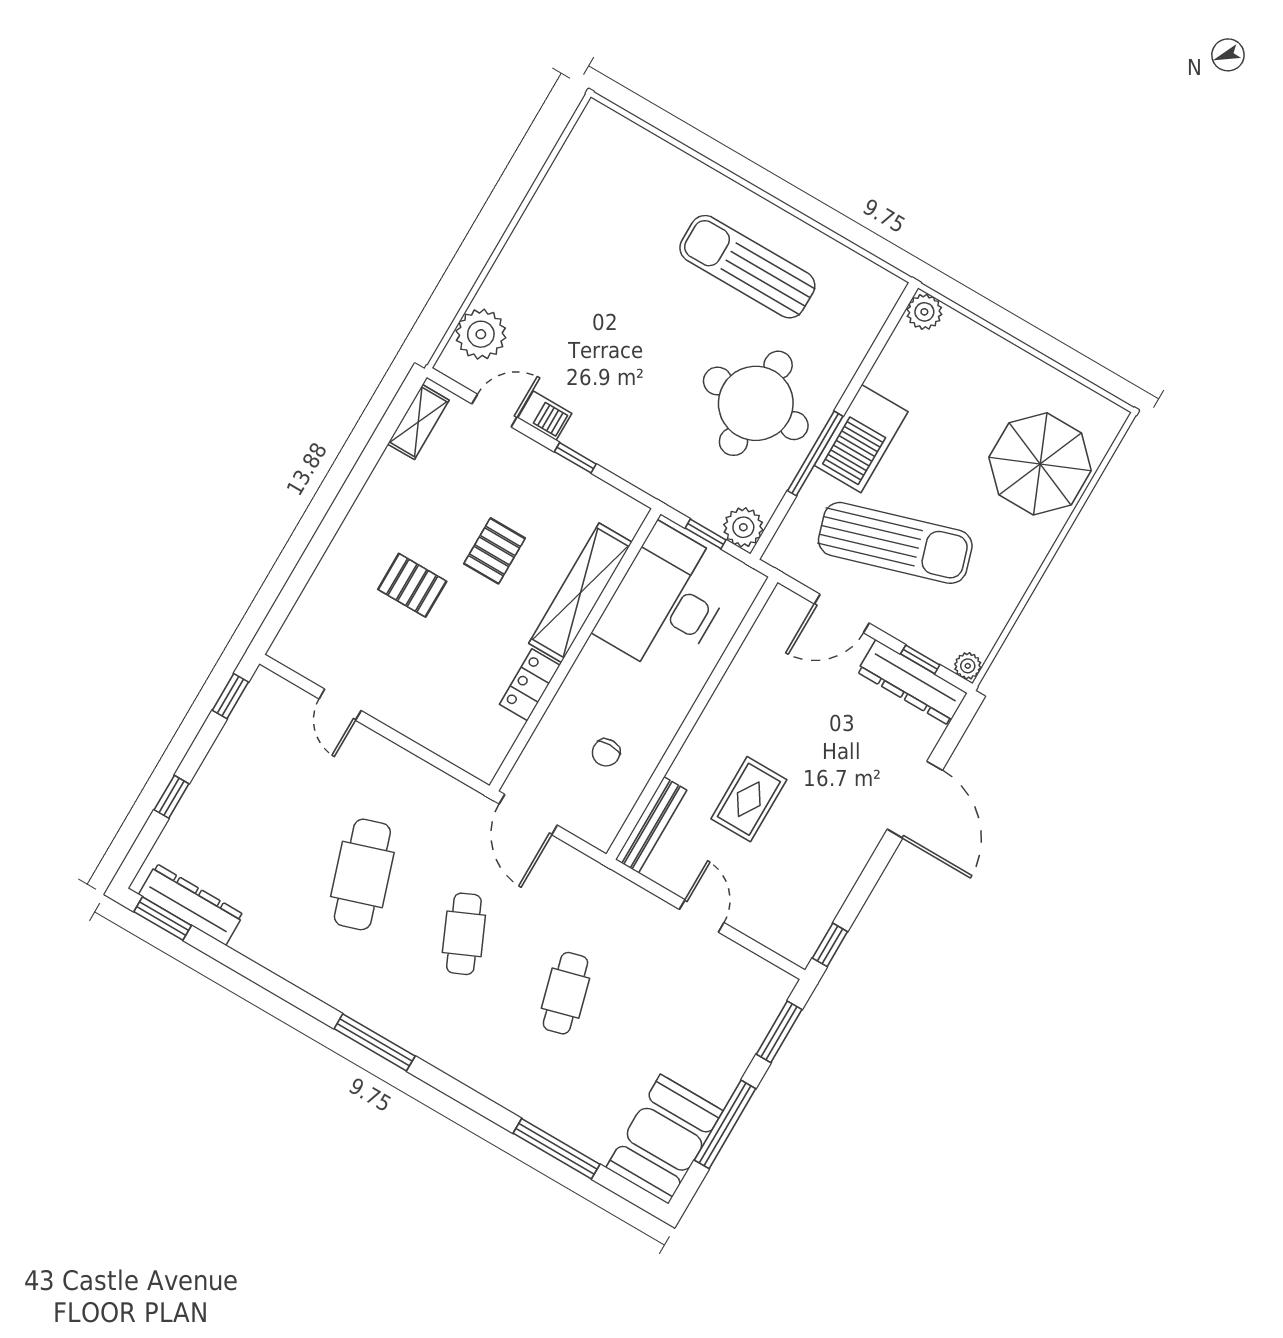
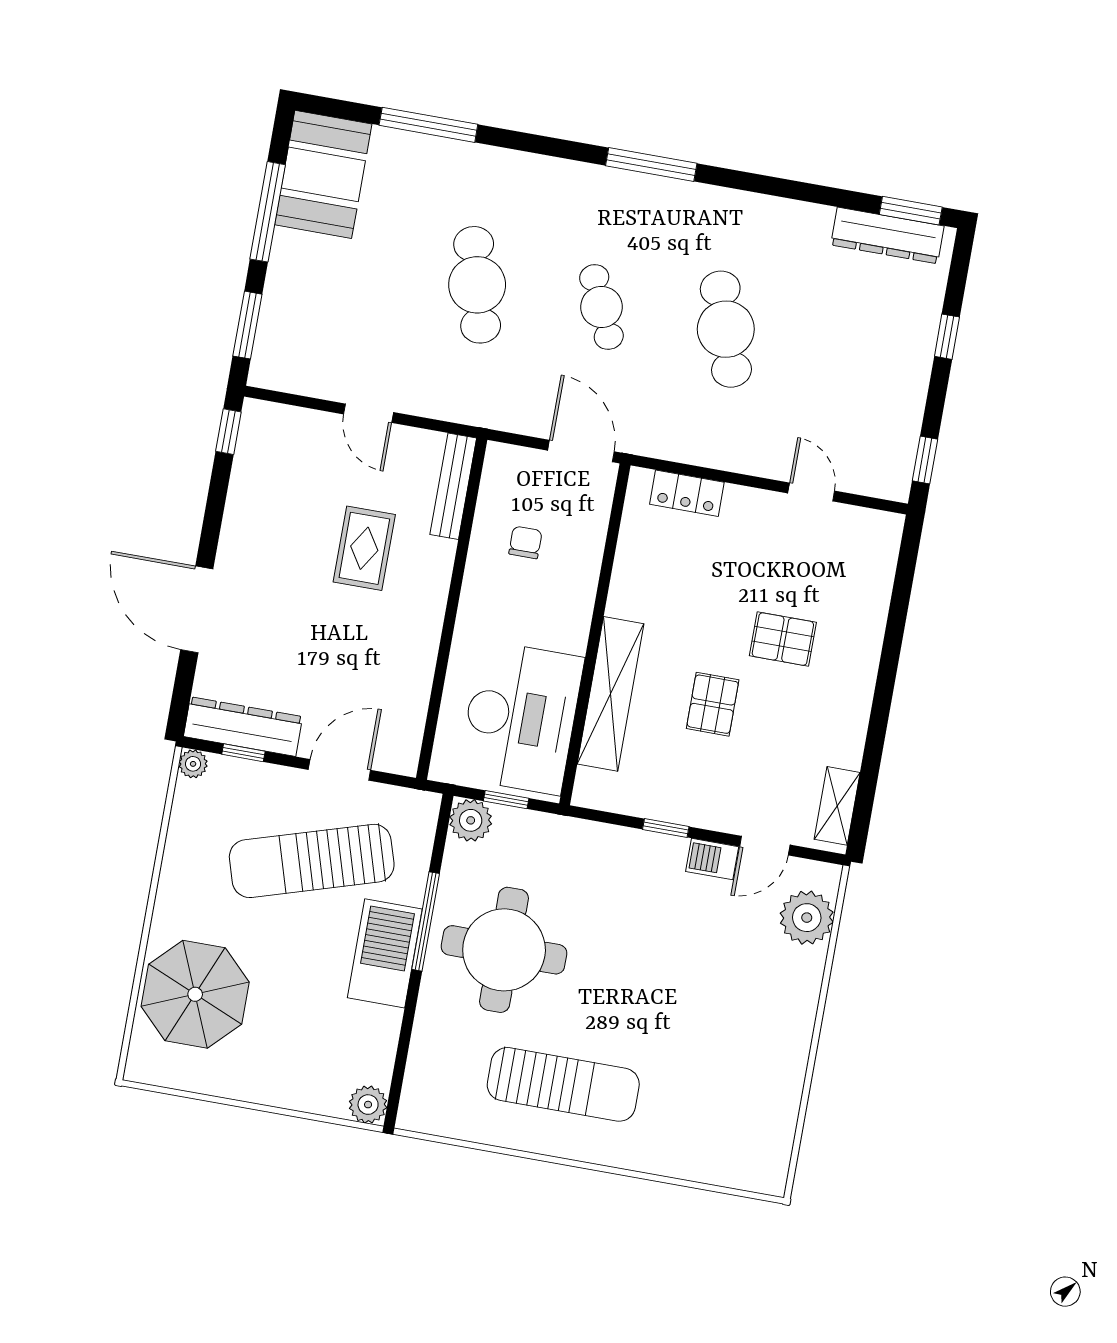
locker: (530, 685) -> (687, 493), moved, turned 90
cafe table: (565, 993) -> (477, 285), width x1.37, depth x1.35

